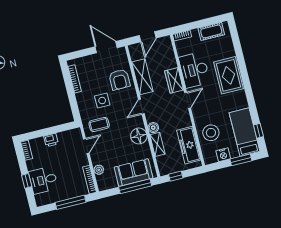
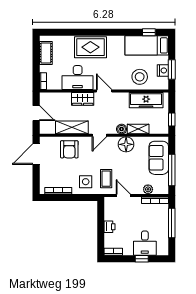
armchair: (119, 80) -> (69, 149), turned 90
side table: (102, 101) -> (86, 182), moved
door: (141, 107) -> (99, 135), hinge flipped
window: (241, 160) -> (172, 70), moved
window: (135, 186) -> (172, 170), moved

